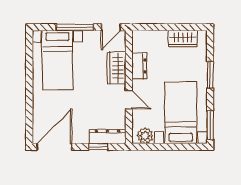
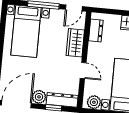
dresser: (139, 66) -> (96, 31), moved
plant: (80, 136) -> (39, 97), added

